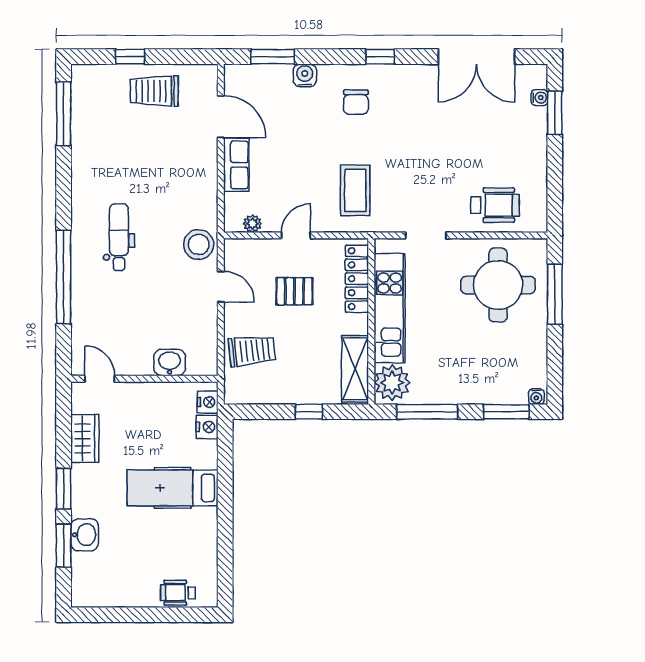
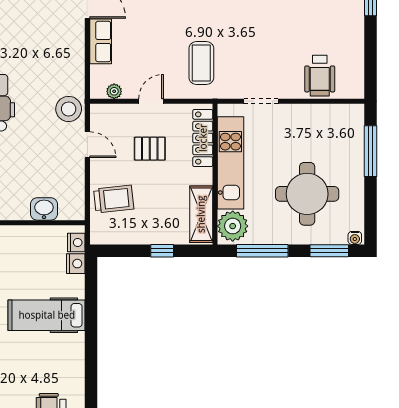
wheelchair: (495, 205) -> (320, 76), turned 90
round table: (498, 285) -> (307, 194), moved

